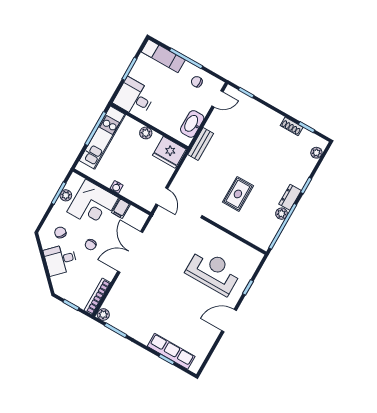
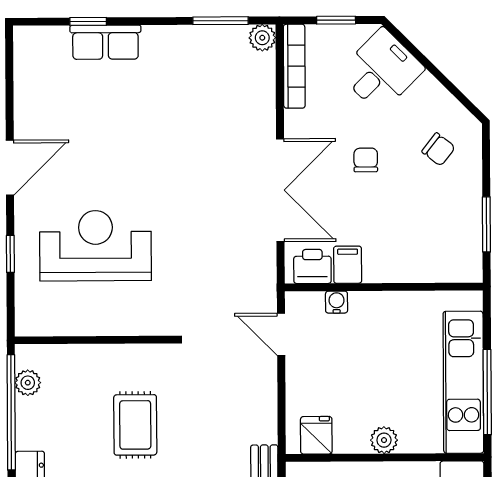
fridge: (169, 152) -> (316, 435), width x0.53, depth x0.75
water cooler: (117, 187) -> (337, 302), moved
plant: (66, 195) -> (470, 228), removed
corner desk: (93, 205) -> (407, 240), removed
plant: (281, 214) -> (28, 383), moved
printer: (135, 216) -> (312, 266), added
desk: (61, 260) -> (381, 71), moved
reception desk: (213, 272) -> (96, 246), turned 180
row of seats: (171, 351) -> (105, 42), width x0.68

